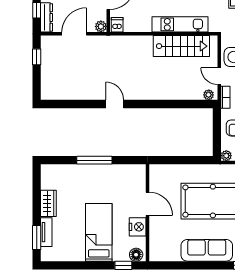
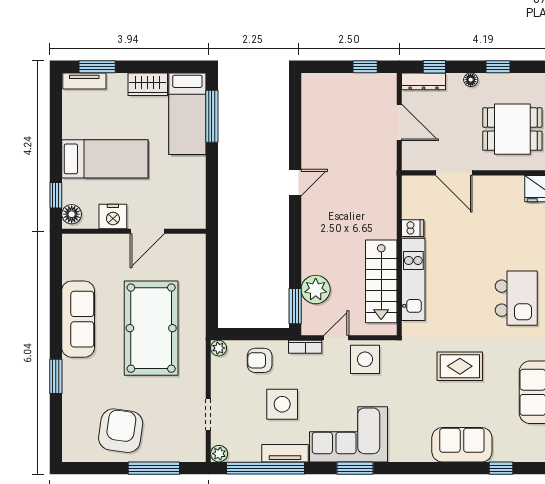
dishwasher: (117, 25) -> (413, 228), moved
plant: (101, 26) -> (410, 162), removed
plant: (209, 95) -> (316, 290), moved, width x1.88, depth x1.88
window: (198, 104) -> (295, 306), added
window: (94, 160) -> (212, 116), moved
bed: (68, 177) -> (187, 114), added
tv unit: (46, 232) -> (84, 81), moved

